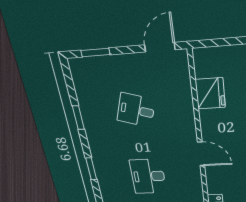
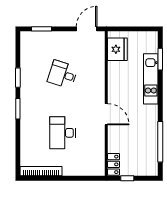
fridge: (210, 93) -> (117, 49), moved
window: (91, 169) -> (18, 109), moved

